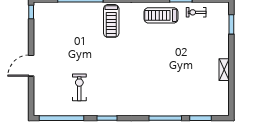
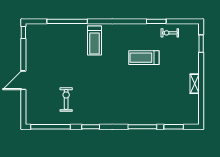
treadmill: (161, 15) -> (144, 58), moved

